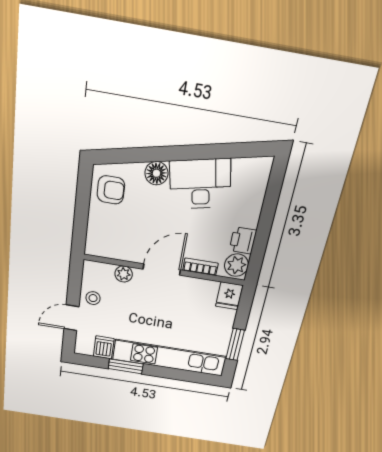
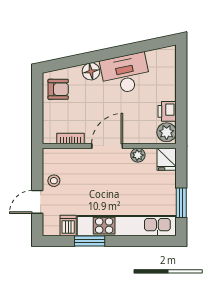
bookcase: (200, 267) -> (70, 139), moved
plant: (124, 274) -> (138, 155), moved

